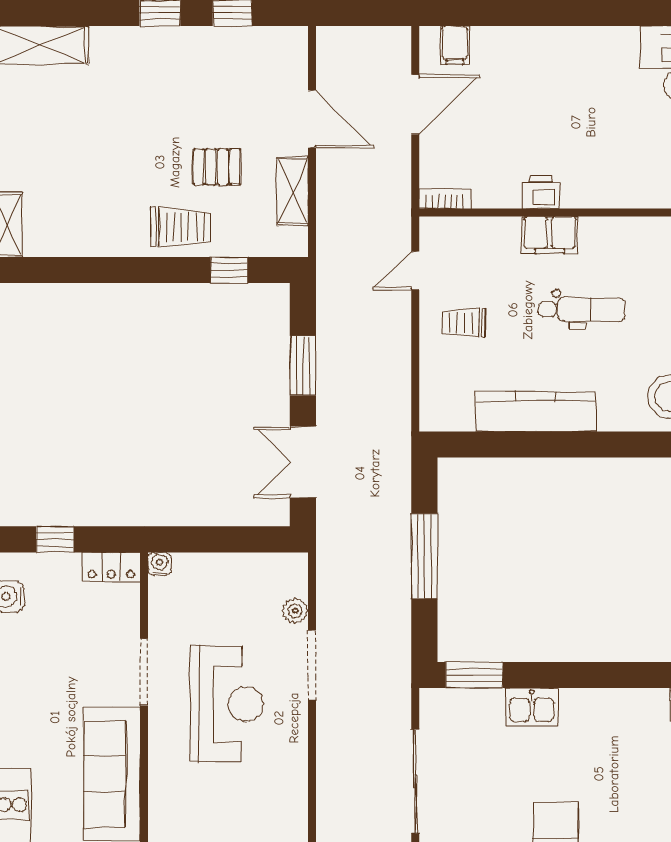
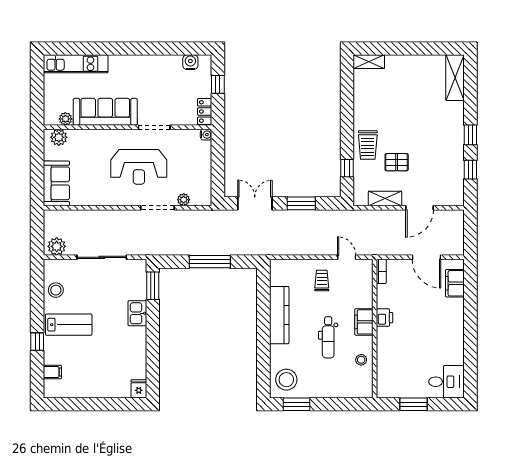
filing cabinet: (455, 45) -> (455, 283), width x2.00
pallet: (217, 167) -> (397, 162), turned 90
stool: (629, 241) -> (361, 360), added

